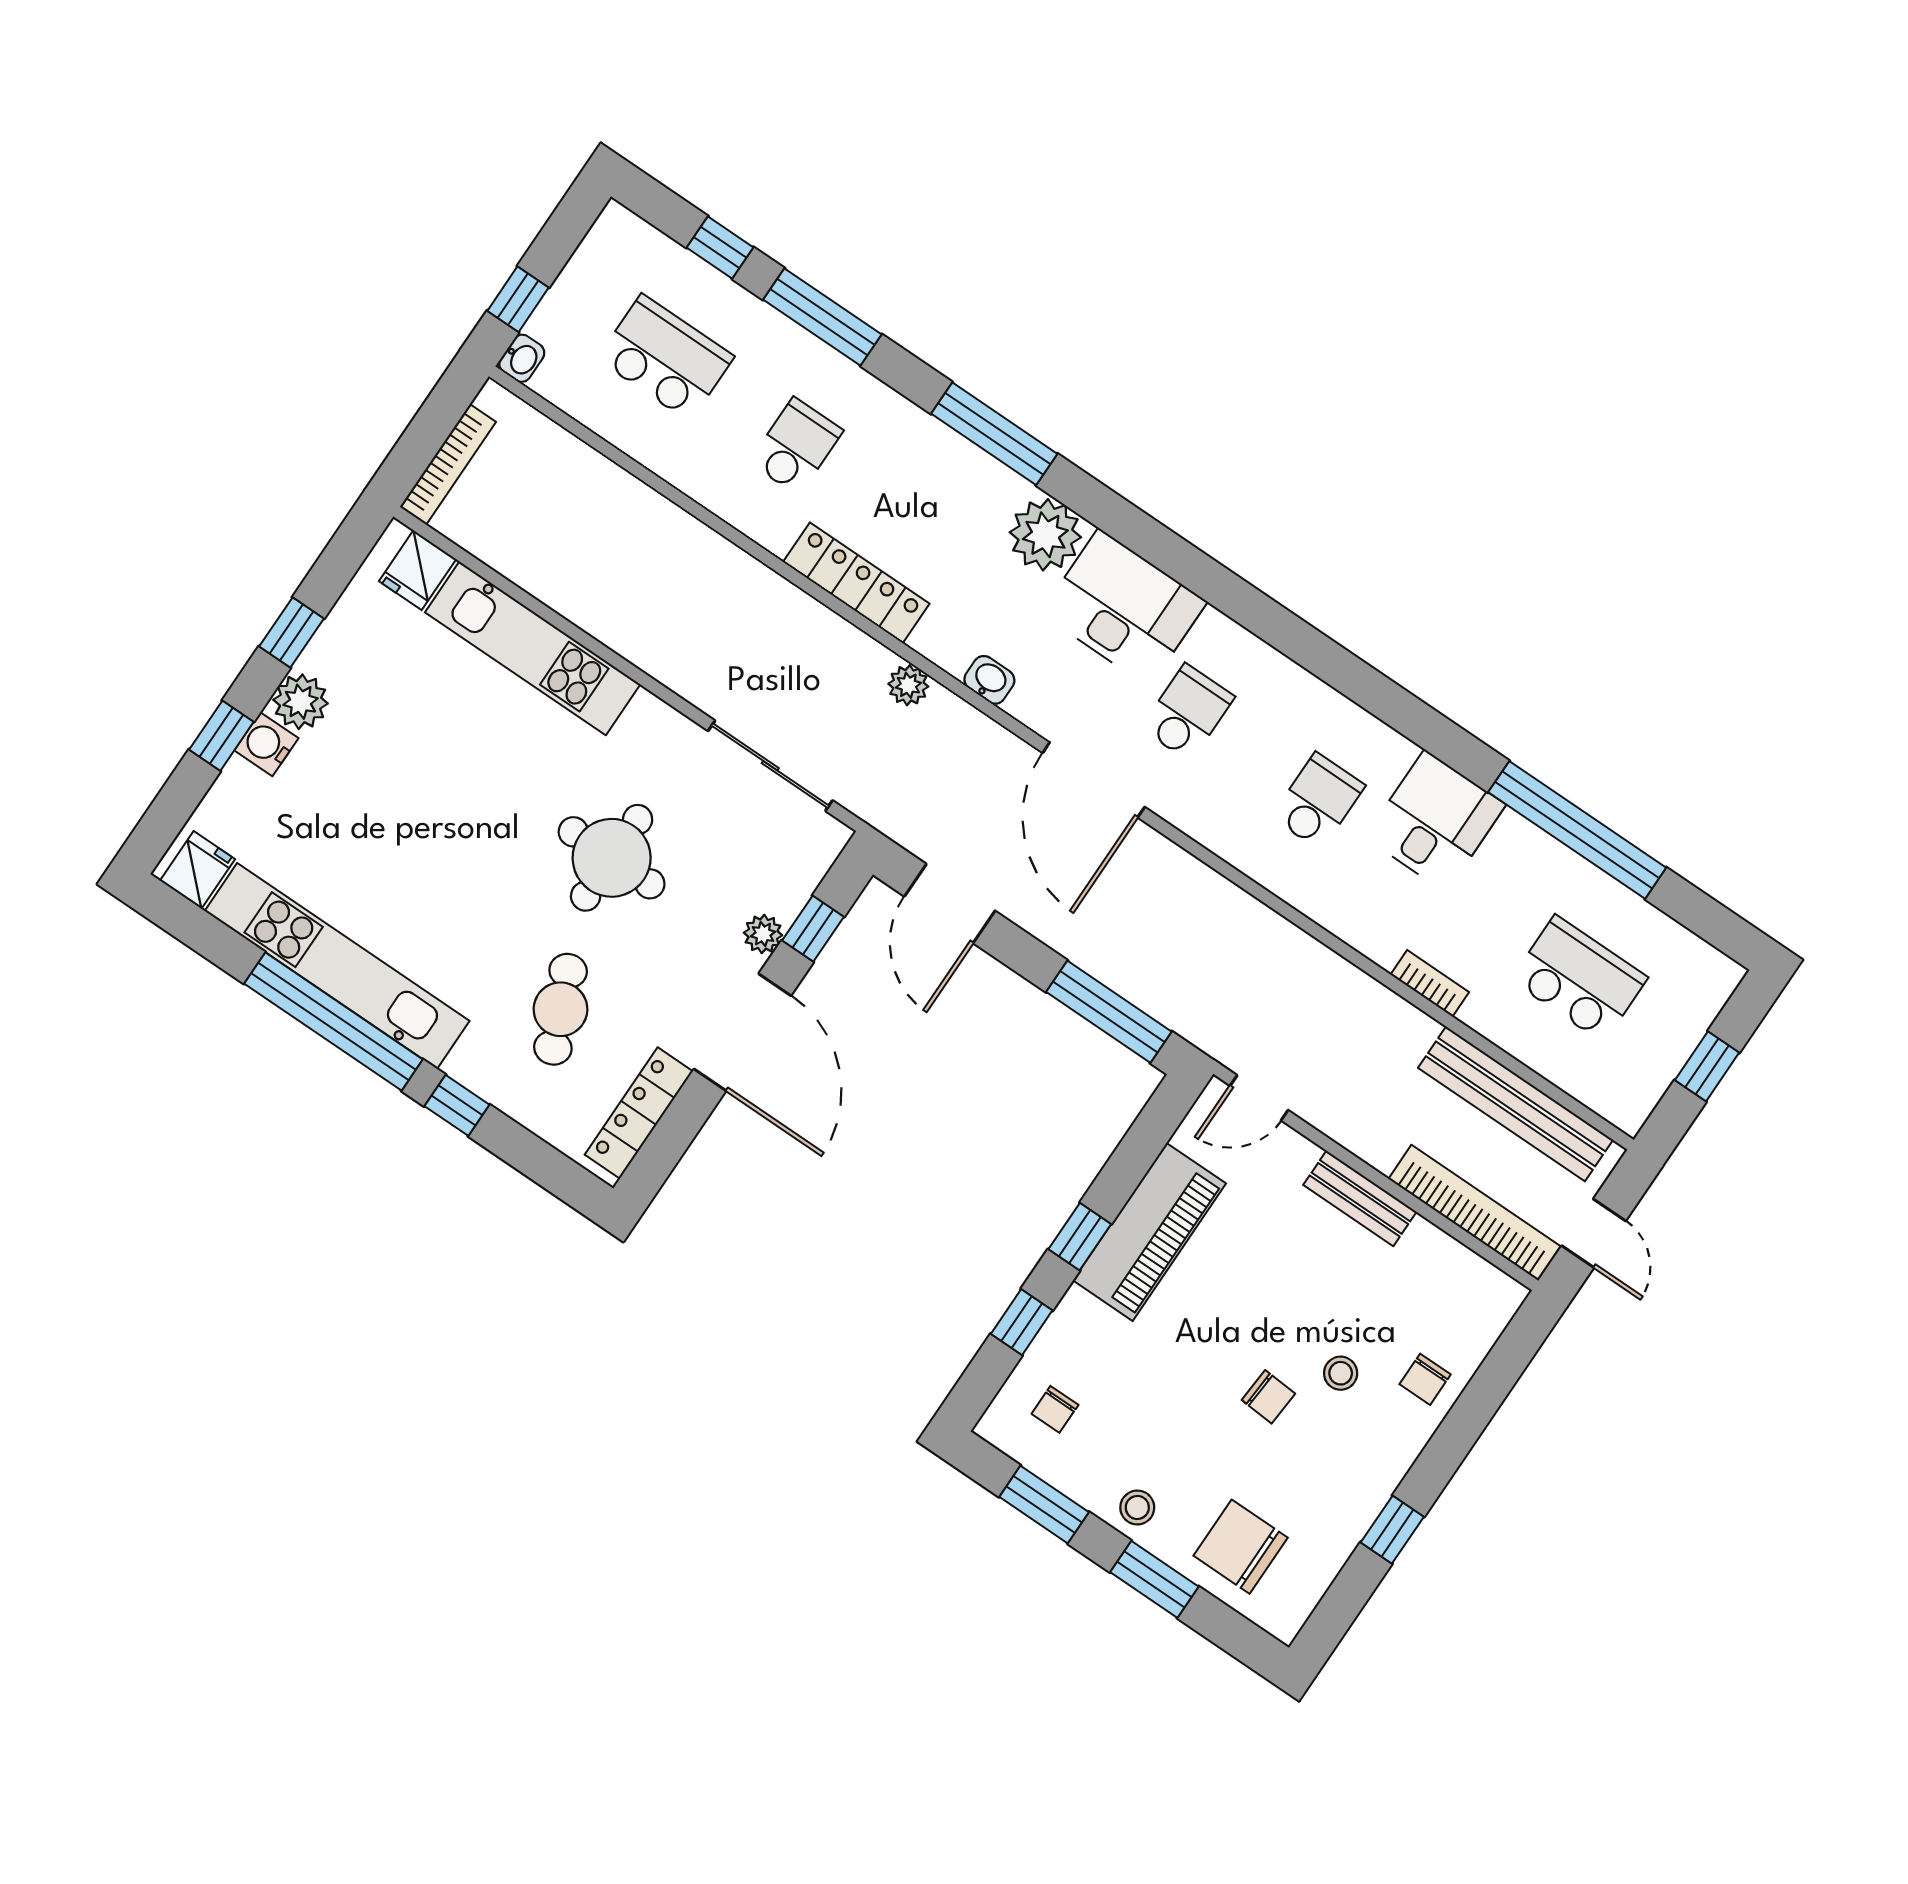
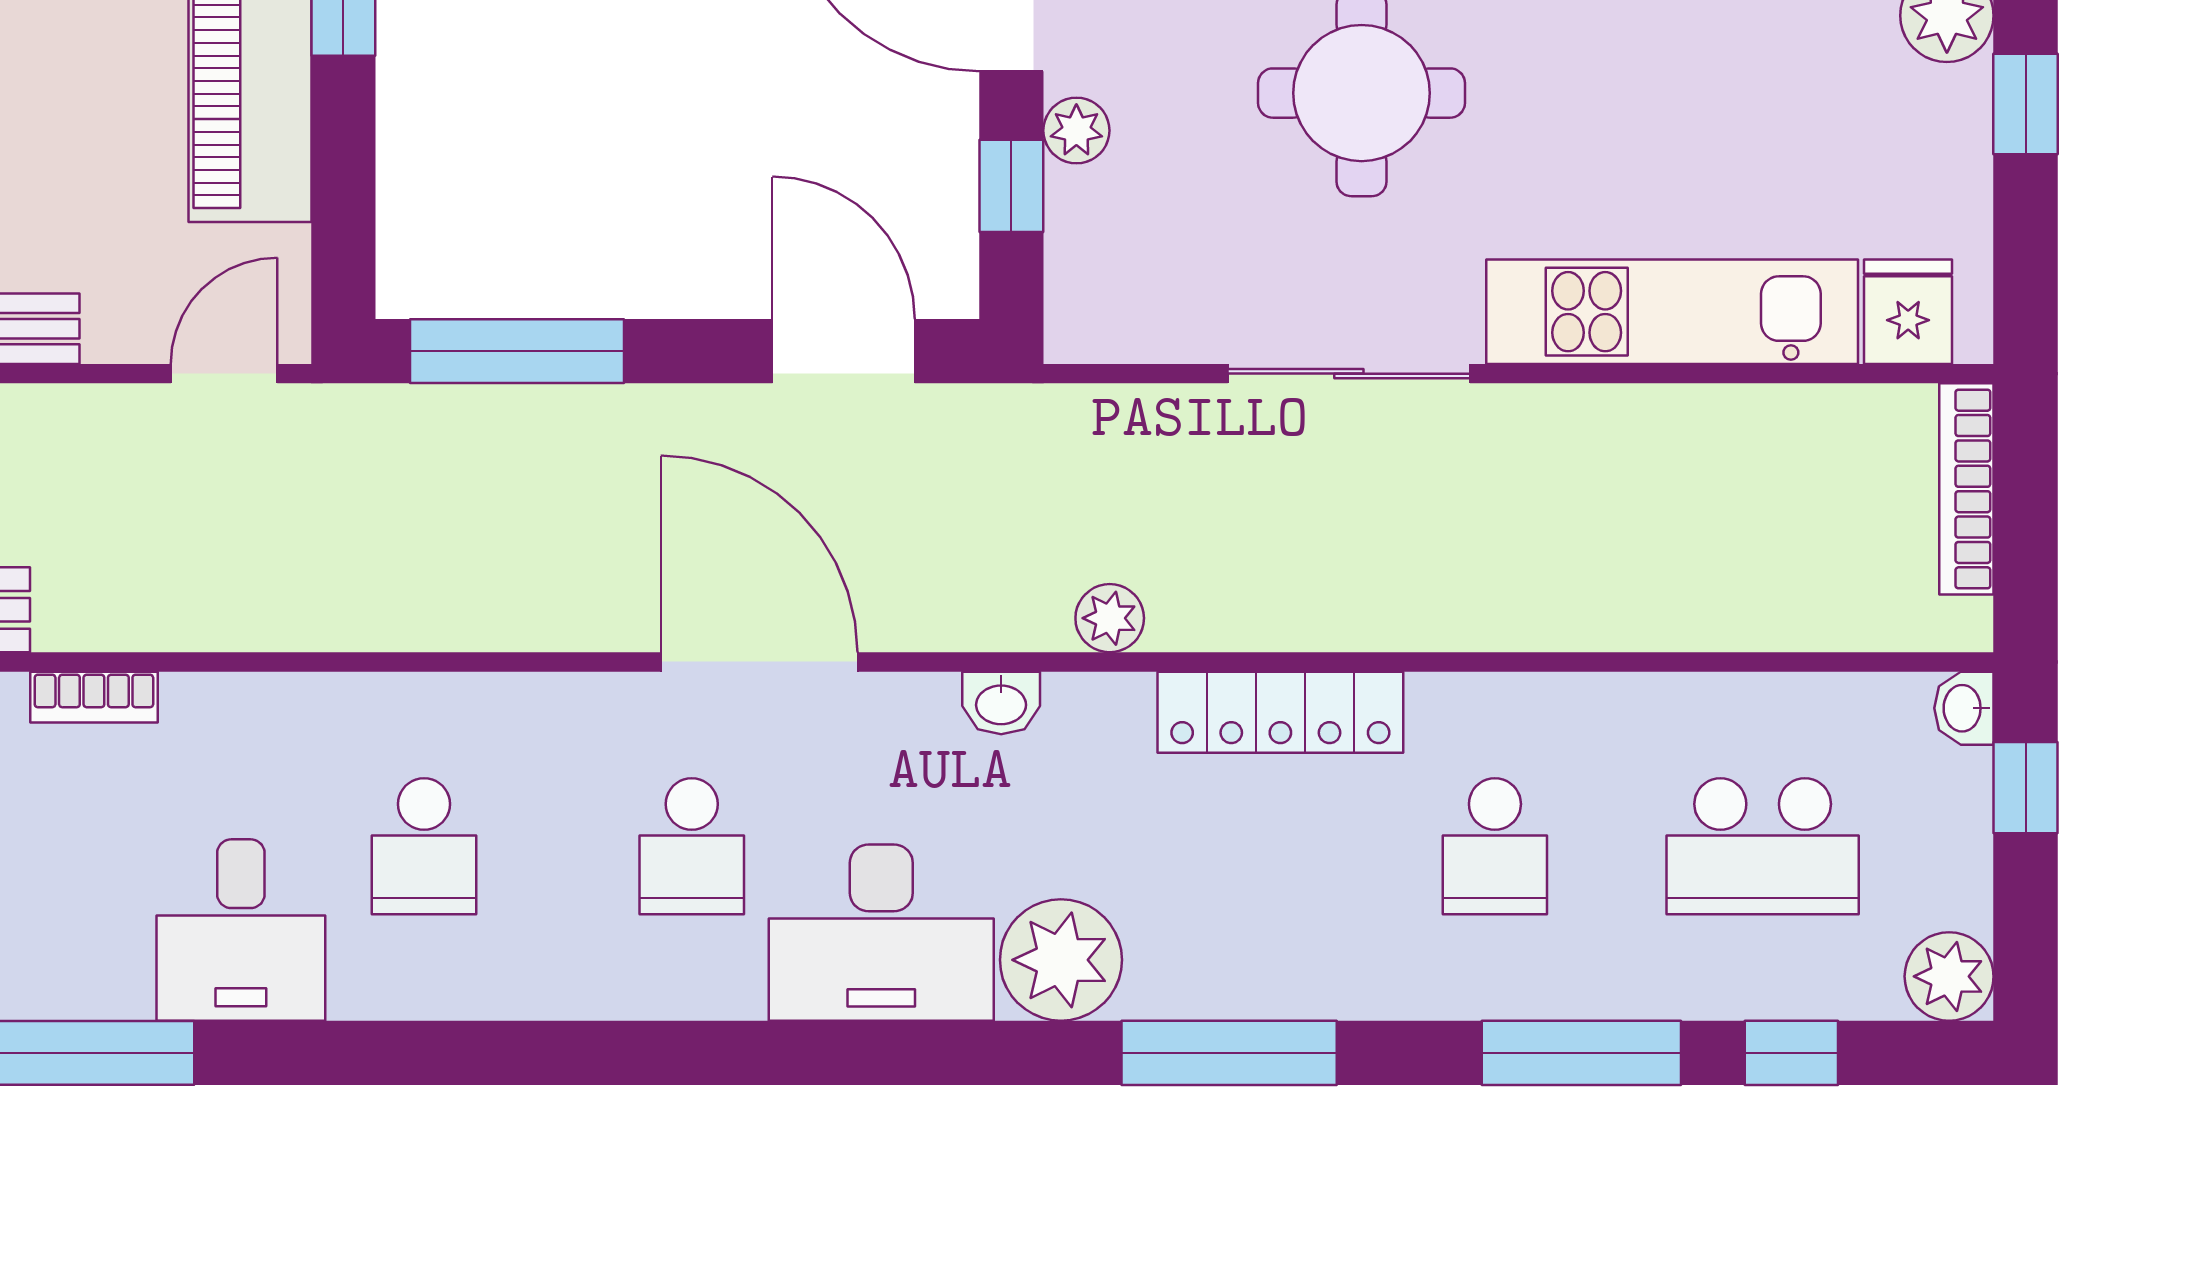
plant: (618, 232) -> (1949, 976), added
sliding door: (770, 766) -> (1349, 374), moved

